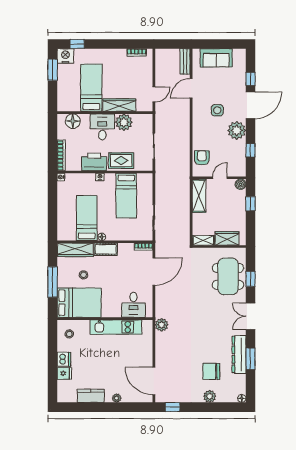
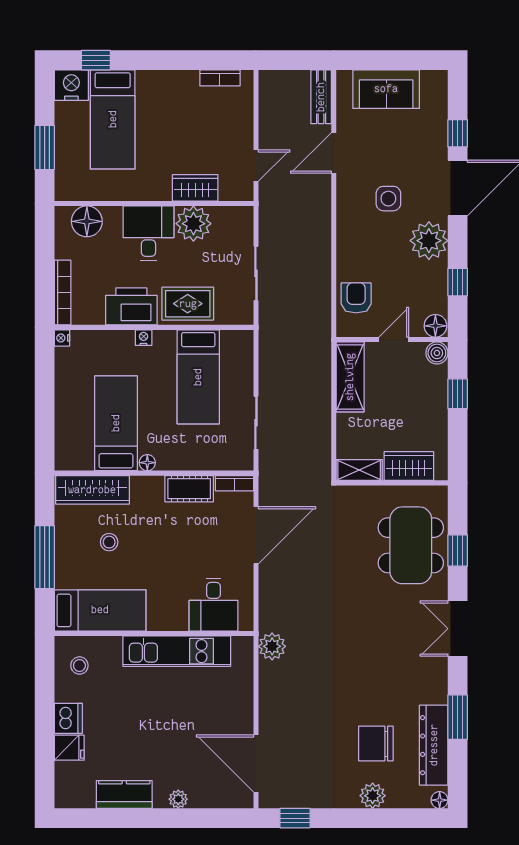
window: (53, 70) -> (45, 147), moved
bed: (91, 88) -> (113, 119), moved, turned 180
wardrobe: (119, 105) -> (195, 188), width x0.67
floor lamp: (240, 171) -> (435, 326), added
cot: (106, 249) -> (189, 489), moved
bed: (79, 303) -> (100, 610), width x0.67
dresser: (239, 355) -> (434, 745), moved

